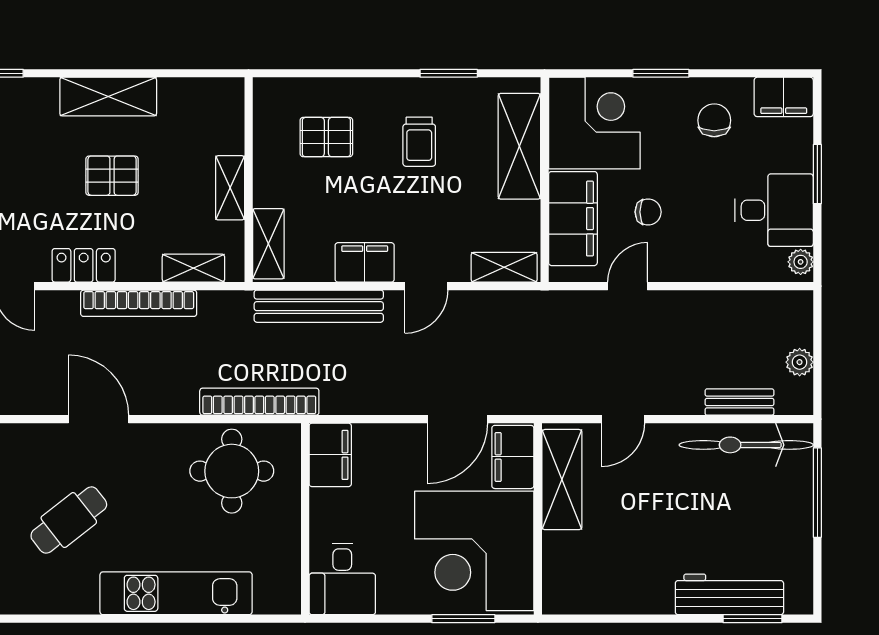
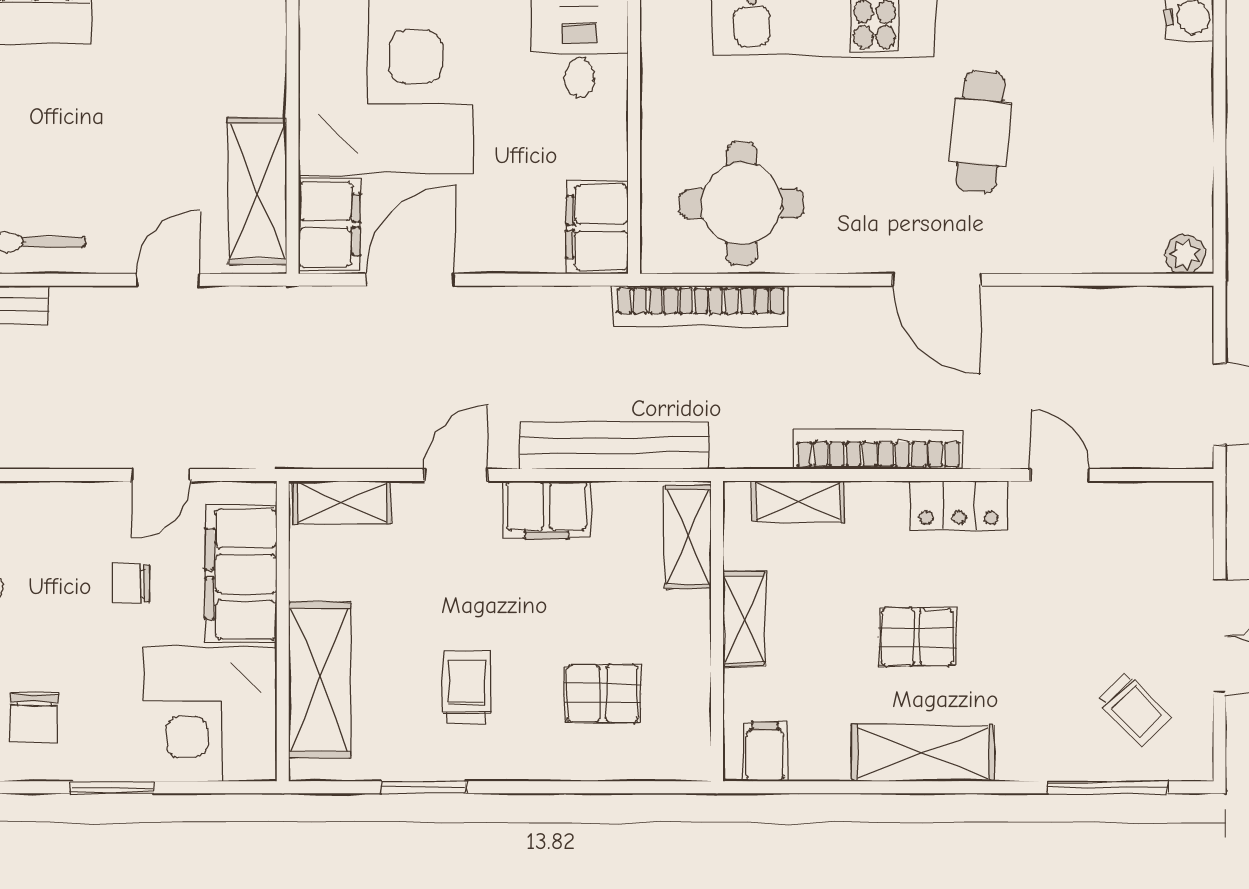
filing cabinet: (216, 97) -> (765, 752), added
cafe table: (69, 520) -> (981, 132), turned -47

